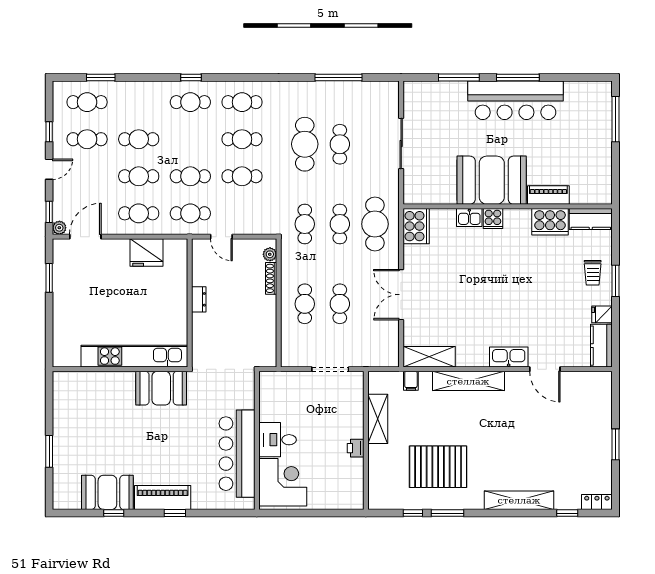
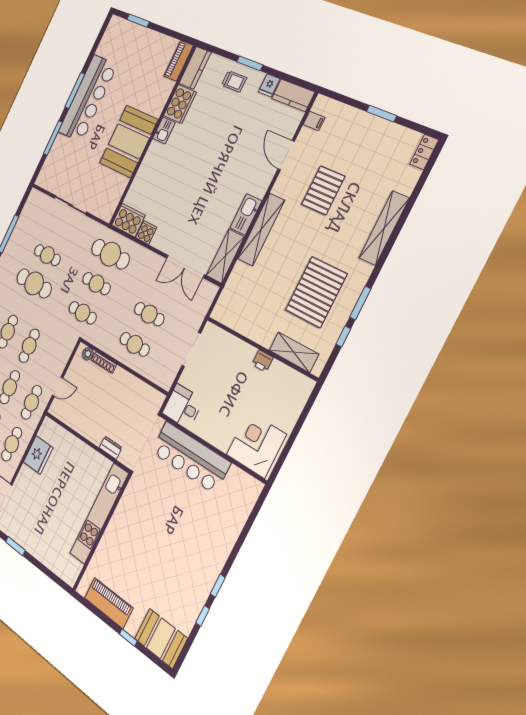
window: (615, 119) -> (138, 21), width x0.69
piano: (548, 195) -> (179, 61), moved
kitchen sink: (469, 218) -> (164, 130), moved
cooker: (493, 219) -> (146, 233), moved, turned -90
double door: (401, 295) -> (185, 266), moved
dresser: (199, 299) -> (111, 448), moved
kitchen sink: (509, 357) -> (246, 214), moved
door: (545, 369) -> (286, 155), swing flipped
filing cabinet: (411, 381) -> (314, 121), moved
booth: (161, 388) -> (132, 506), removed
shelving: (378, 419) -> (294, 352), moved
pallet: (528, 425) -> (323, 190), added
desk: (277, 440) -> (183, 406), moved, turned 90
window: (49, 451) -> (128, 638), width x0.67
bar counter: (237, 454) -> (190, 457), moved
booth: (107, 492) -> (161, 638), moved, turned 90
piano: (163, 497) -> (109, 603), moved, turned 90
window: (175, 513) -> (218, 586), moved
window: (567, 513) -> (419, 185), removed

